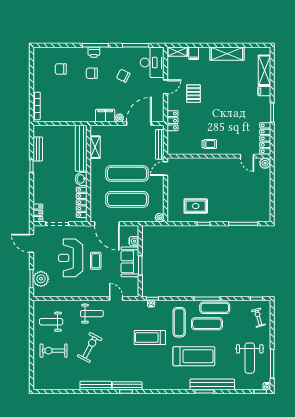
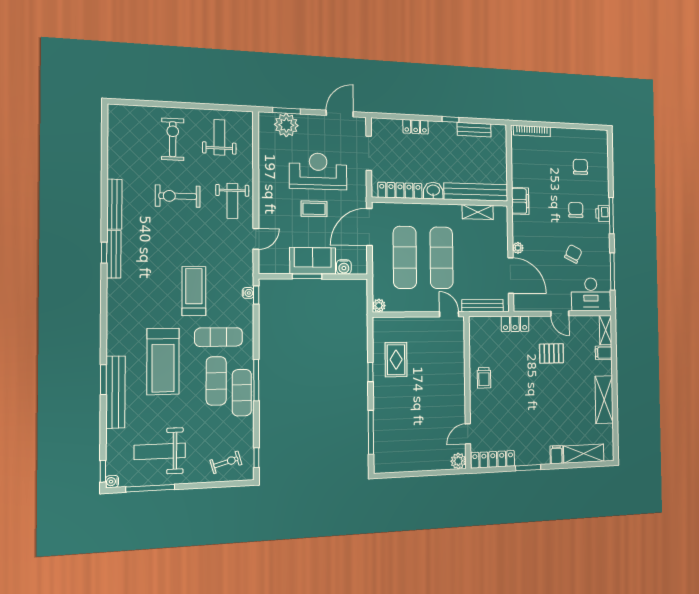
filing cabinet: (105, 116) -> (520, 201), moved
locker: (38, 213) -> (416, 127), moved
exercise bike: (90, 347) -> (178, 196), turned 152

